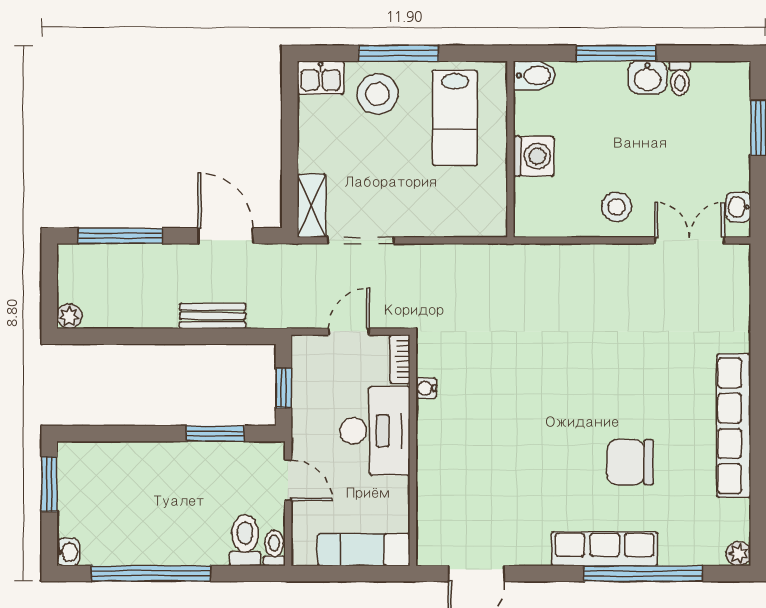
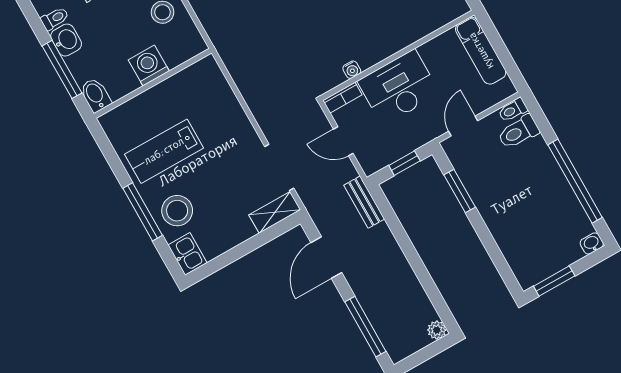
bidet: (534, 75) -> (95, 95), moved
lab bench: (455, 118) -> (164, 151), turned 180
wall: (510, 149) -> (153, 83), moved
washing machine: (533, 156) -> (149, 65), moved
bench: (213, 316) -> (364, 202), moved

